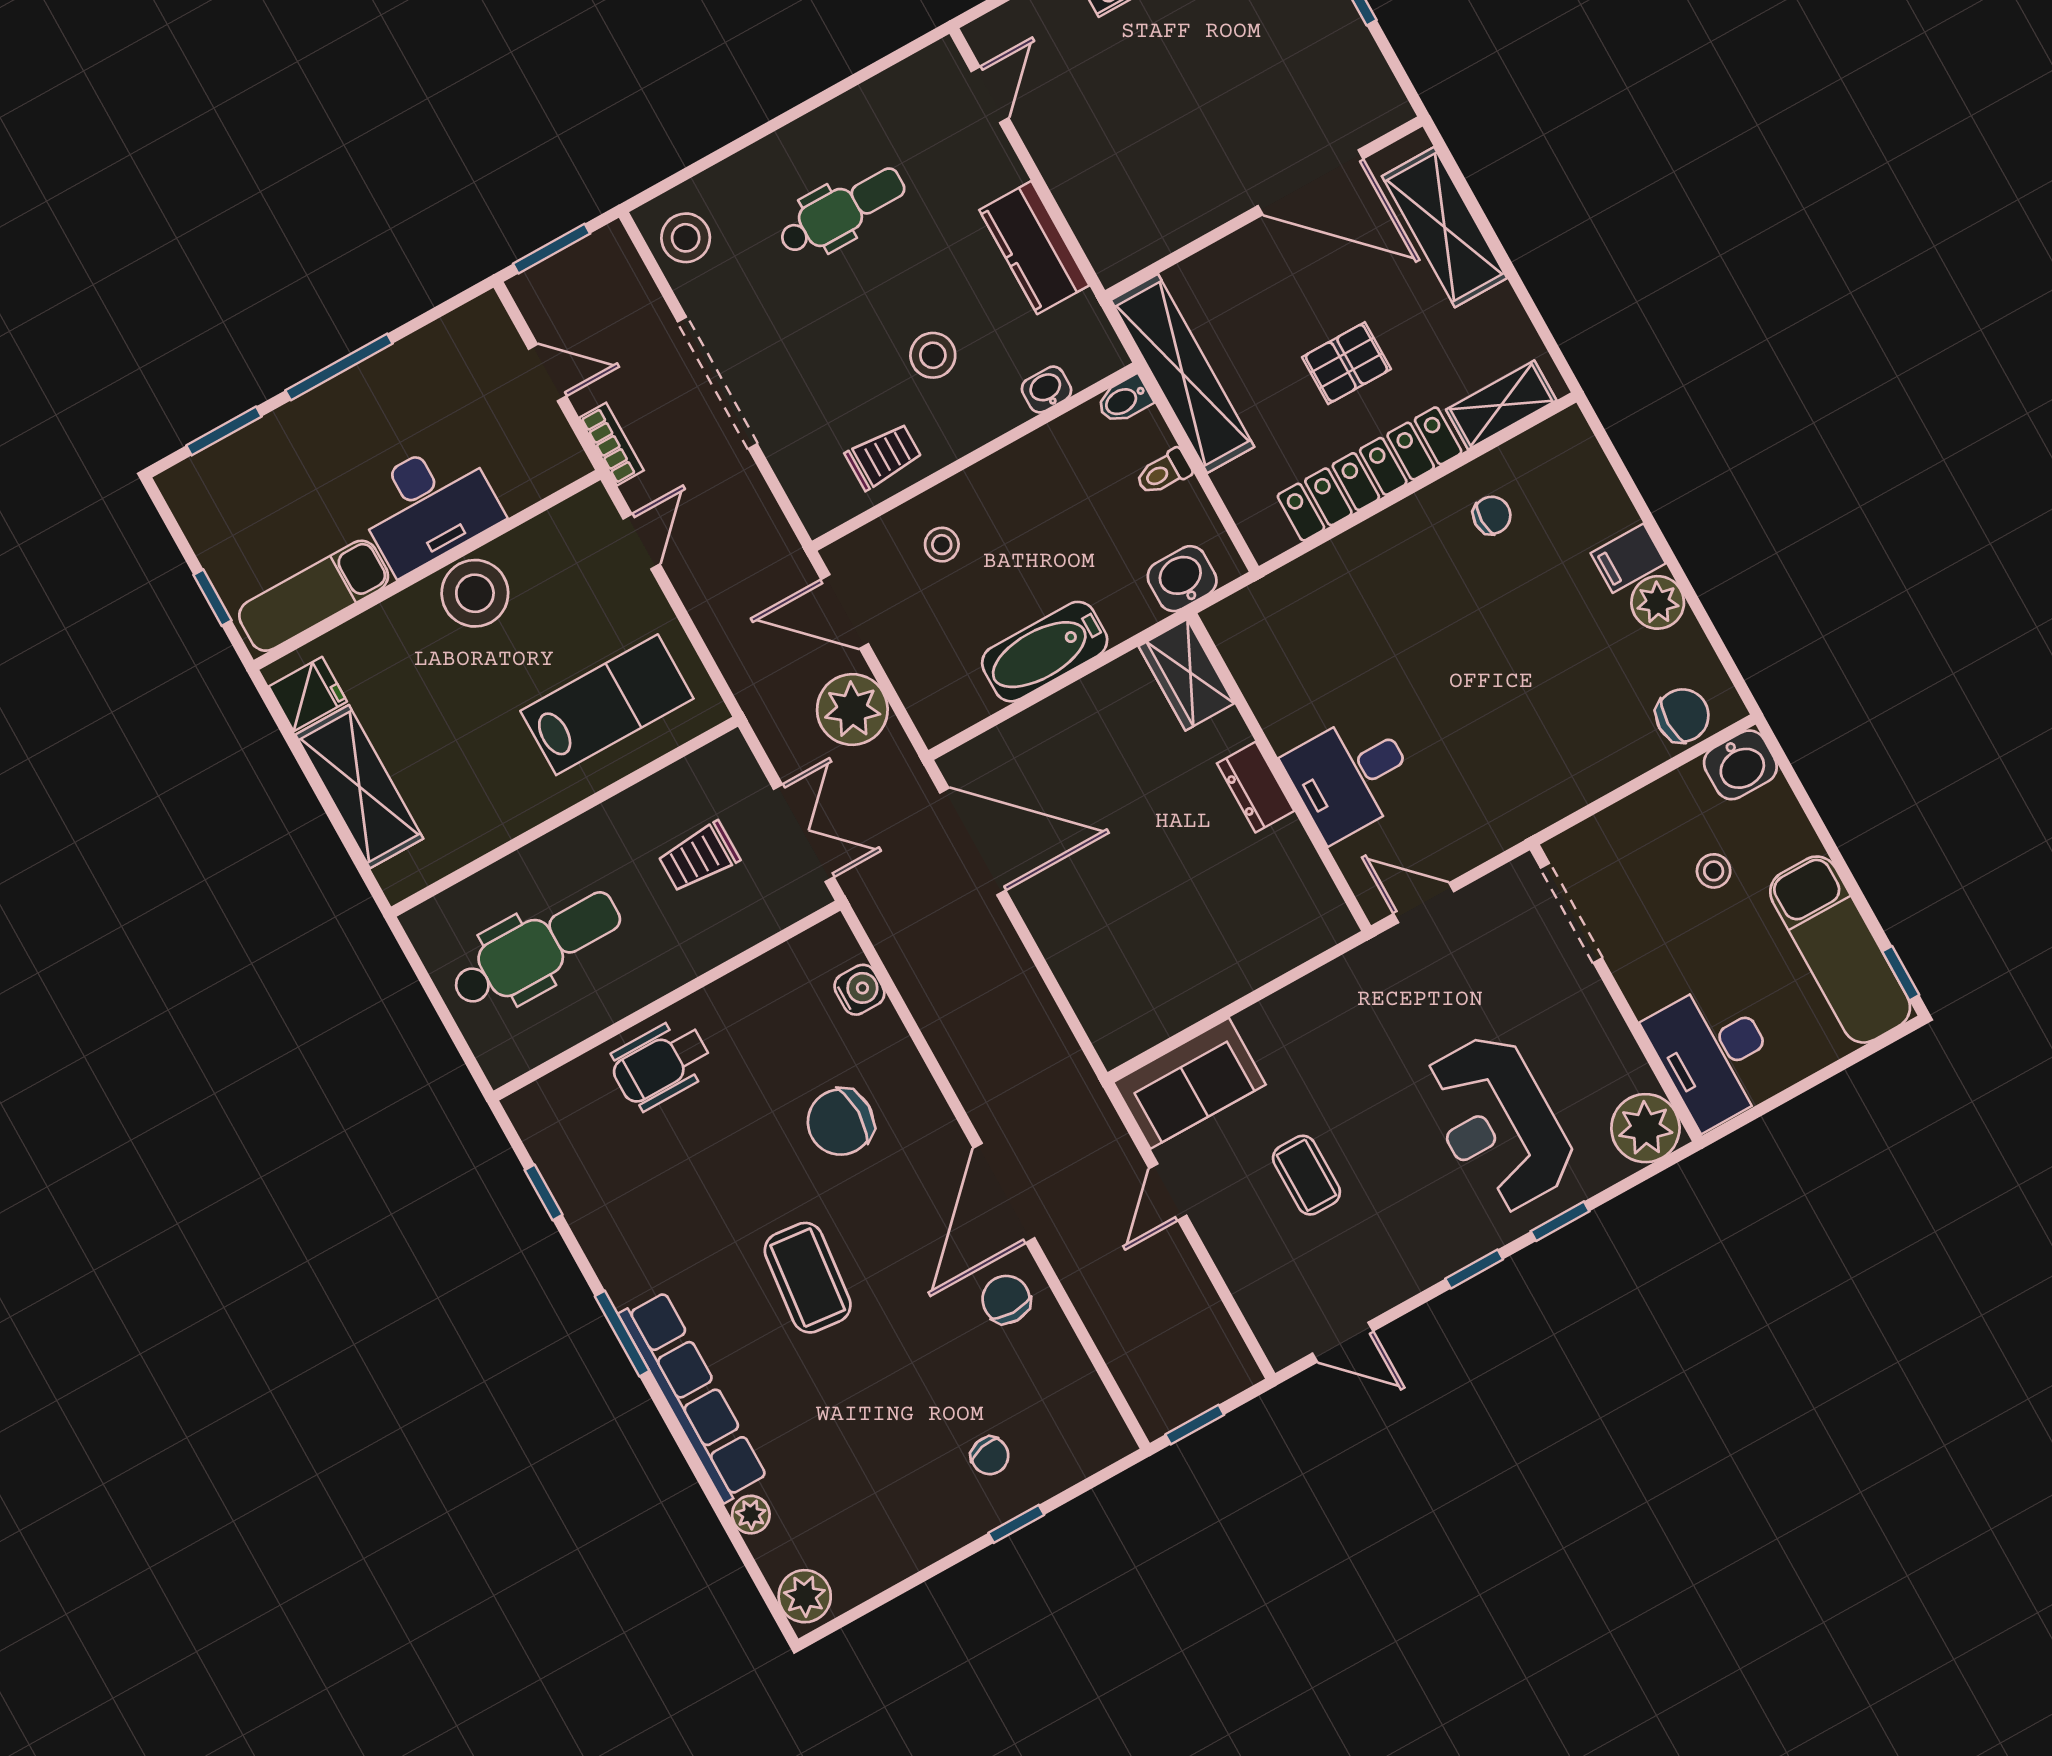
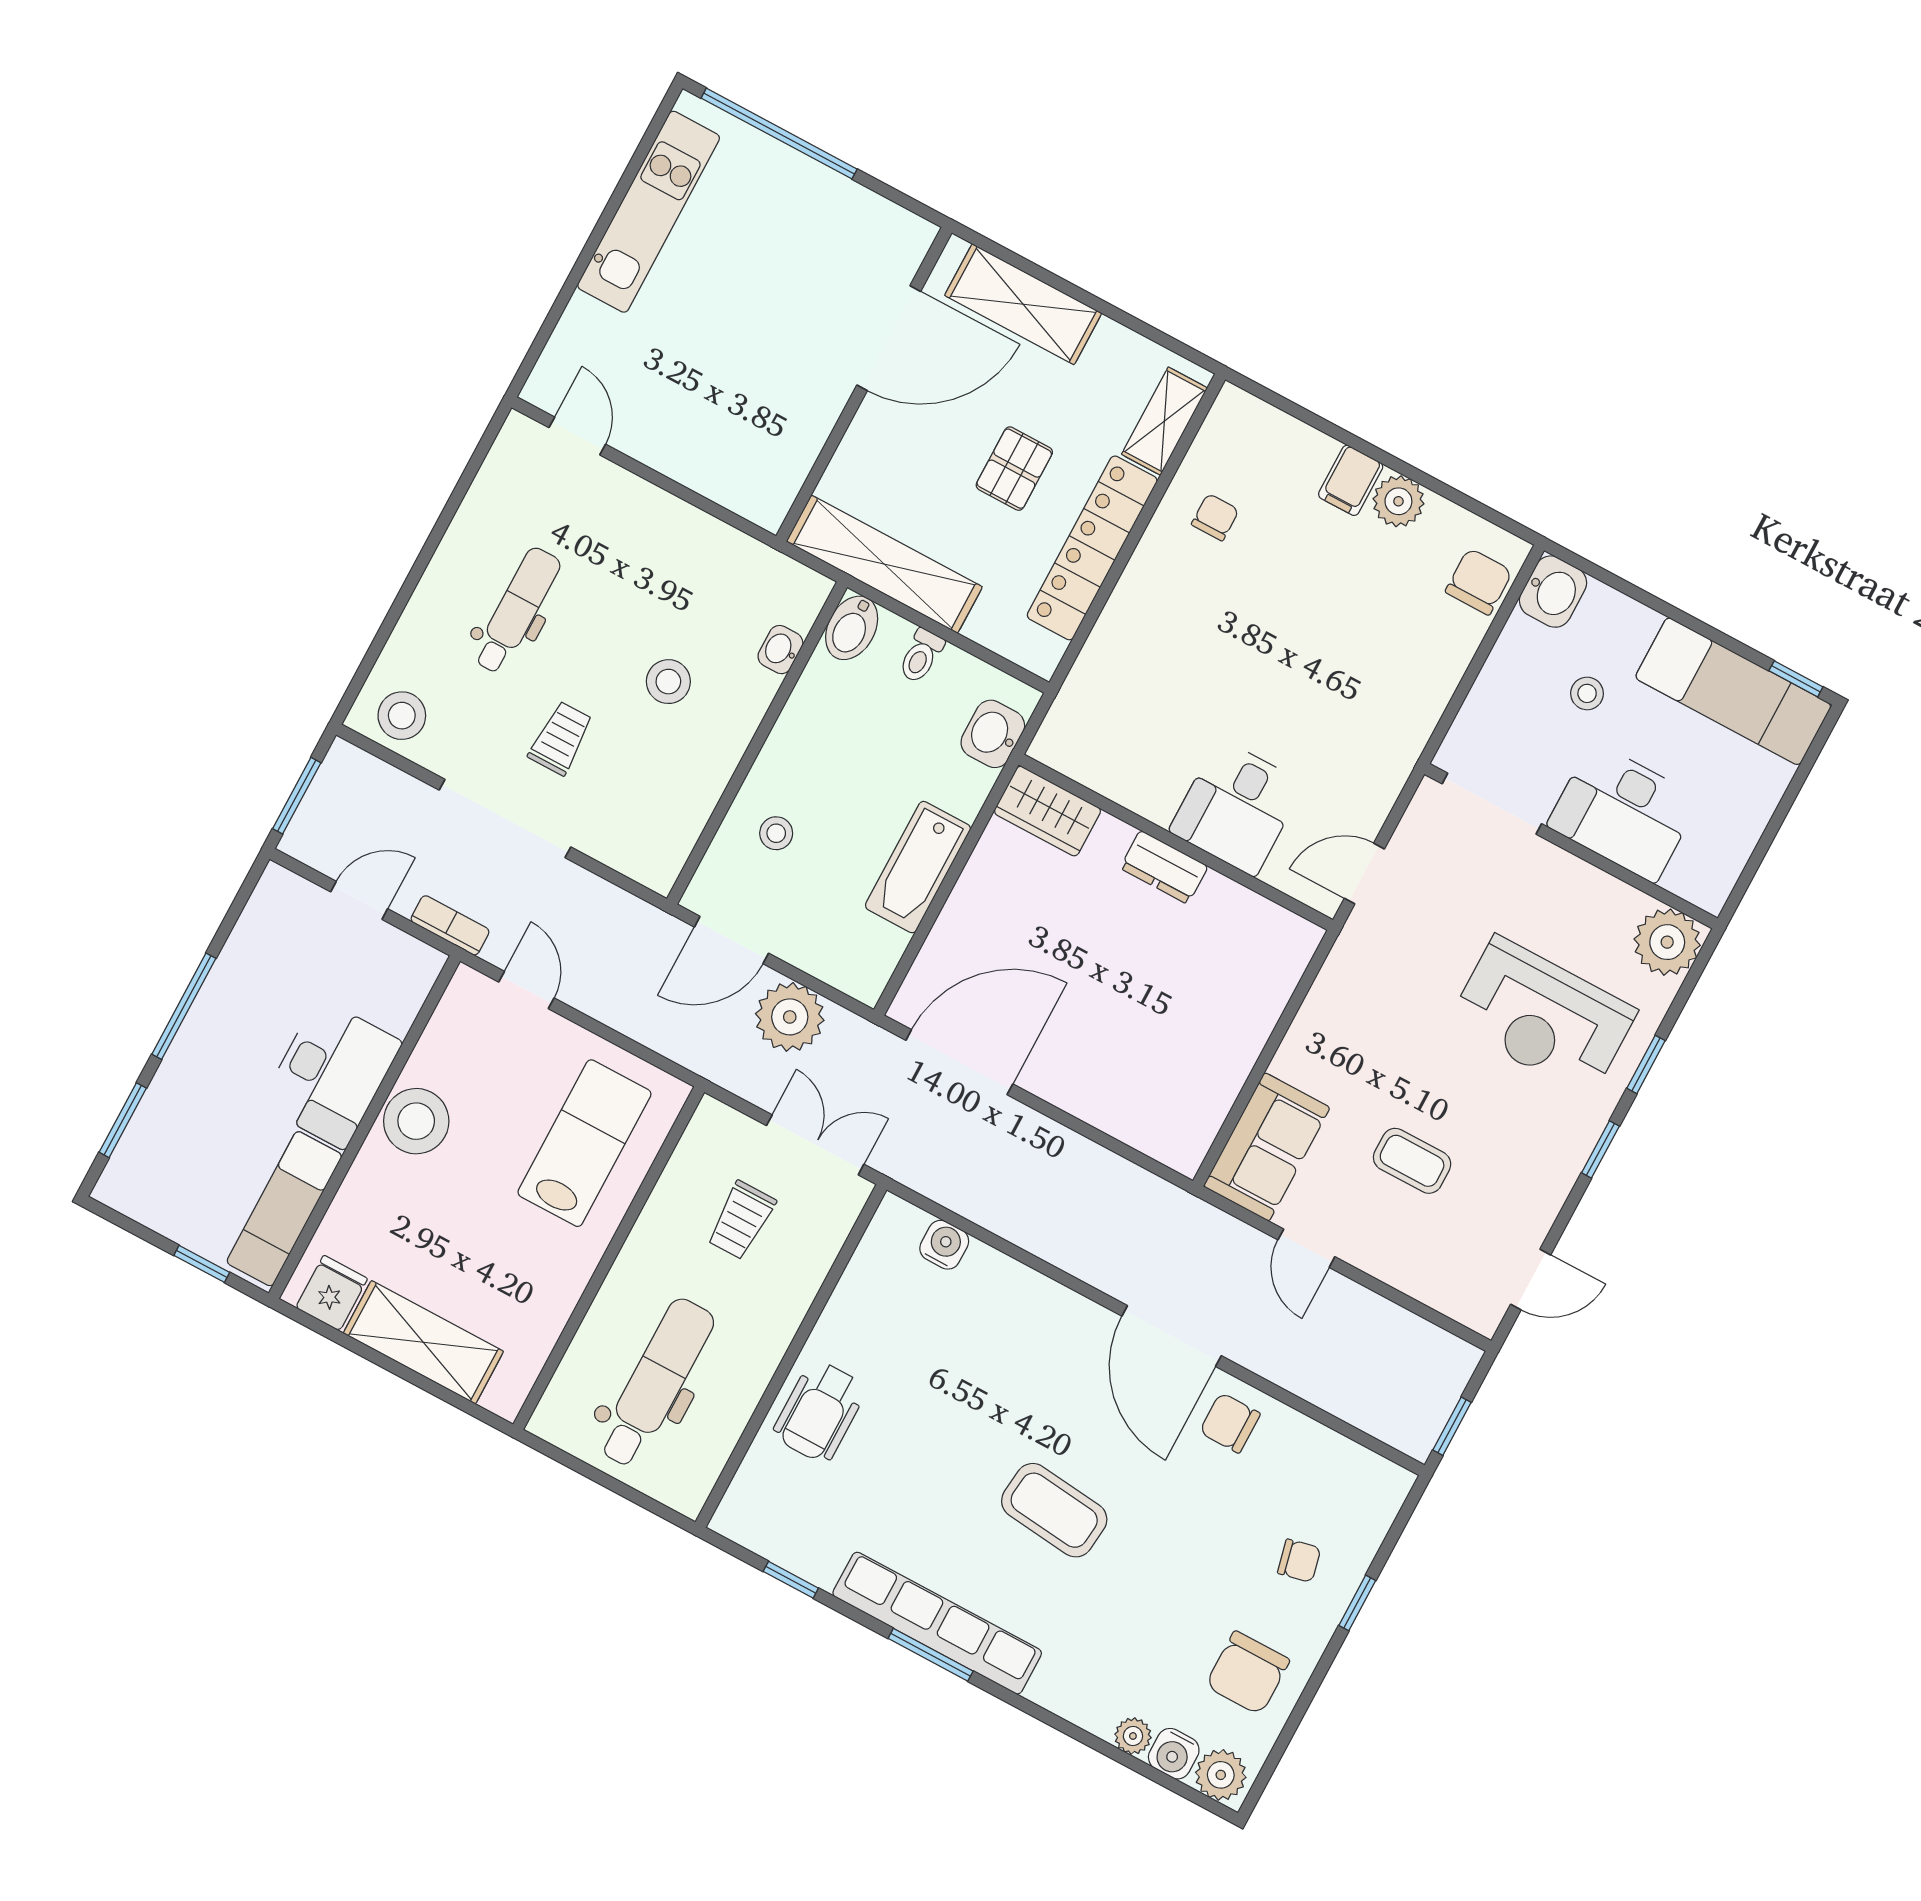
kitchen counter: (1034, 248) -> (695, 539), removed
bidet: (1124, 400) -> (852, 628), width x1.38, depth x1.36
trolley: (883, 456) -> (561, 738), moved
desk: (1714, 1054) -> (1624, 812), moved
chair: (841, 1122) -> (1248, 1673), moved
row of seats: (693, 1396) -> (937, 1623), moved
water cooler: (776, 1552) -> (1174, 1754), added

